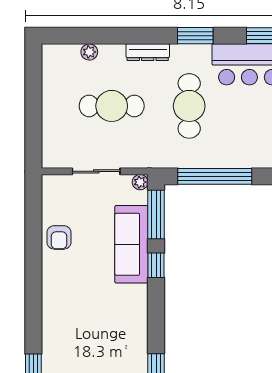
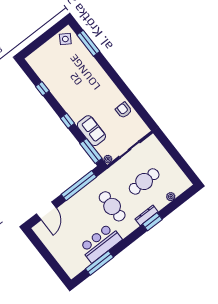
window: (195, 36) -> (152, 222), moved
sofa: (131, 244) -> (91, 131), width x0.73
window: (156, 265) -> (67, 121), moved

